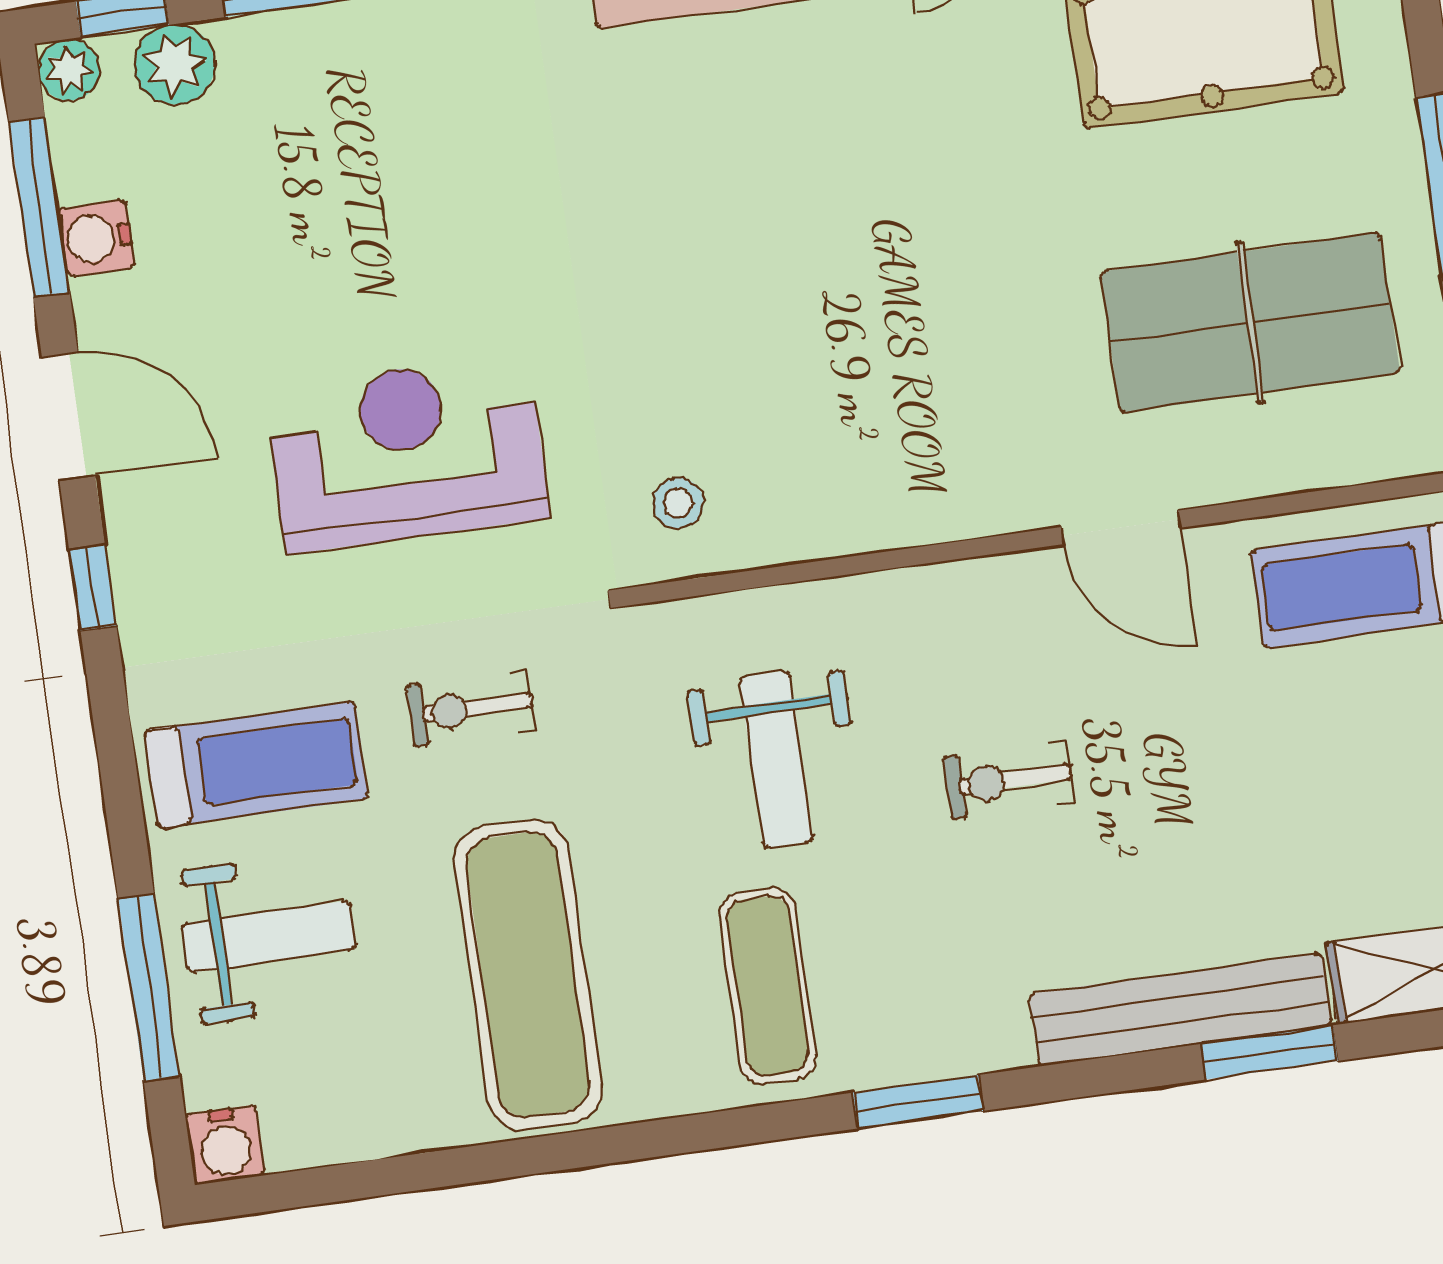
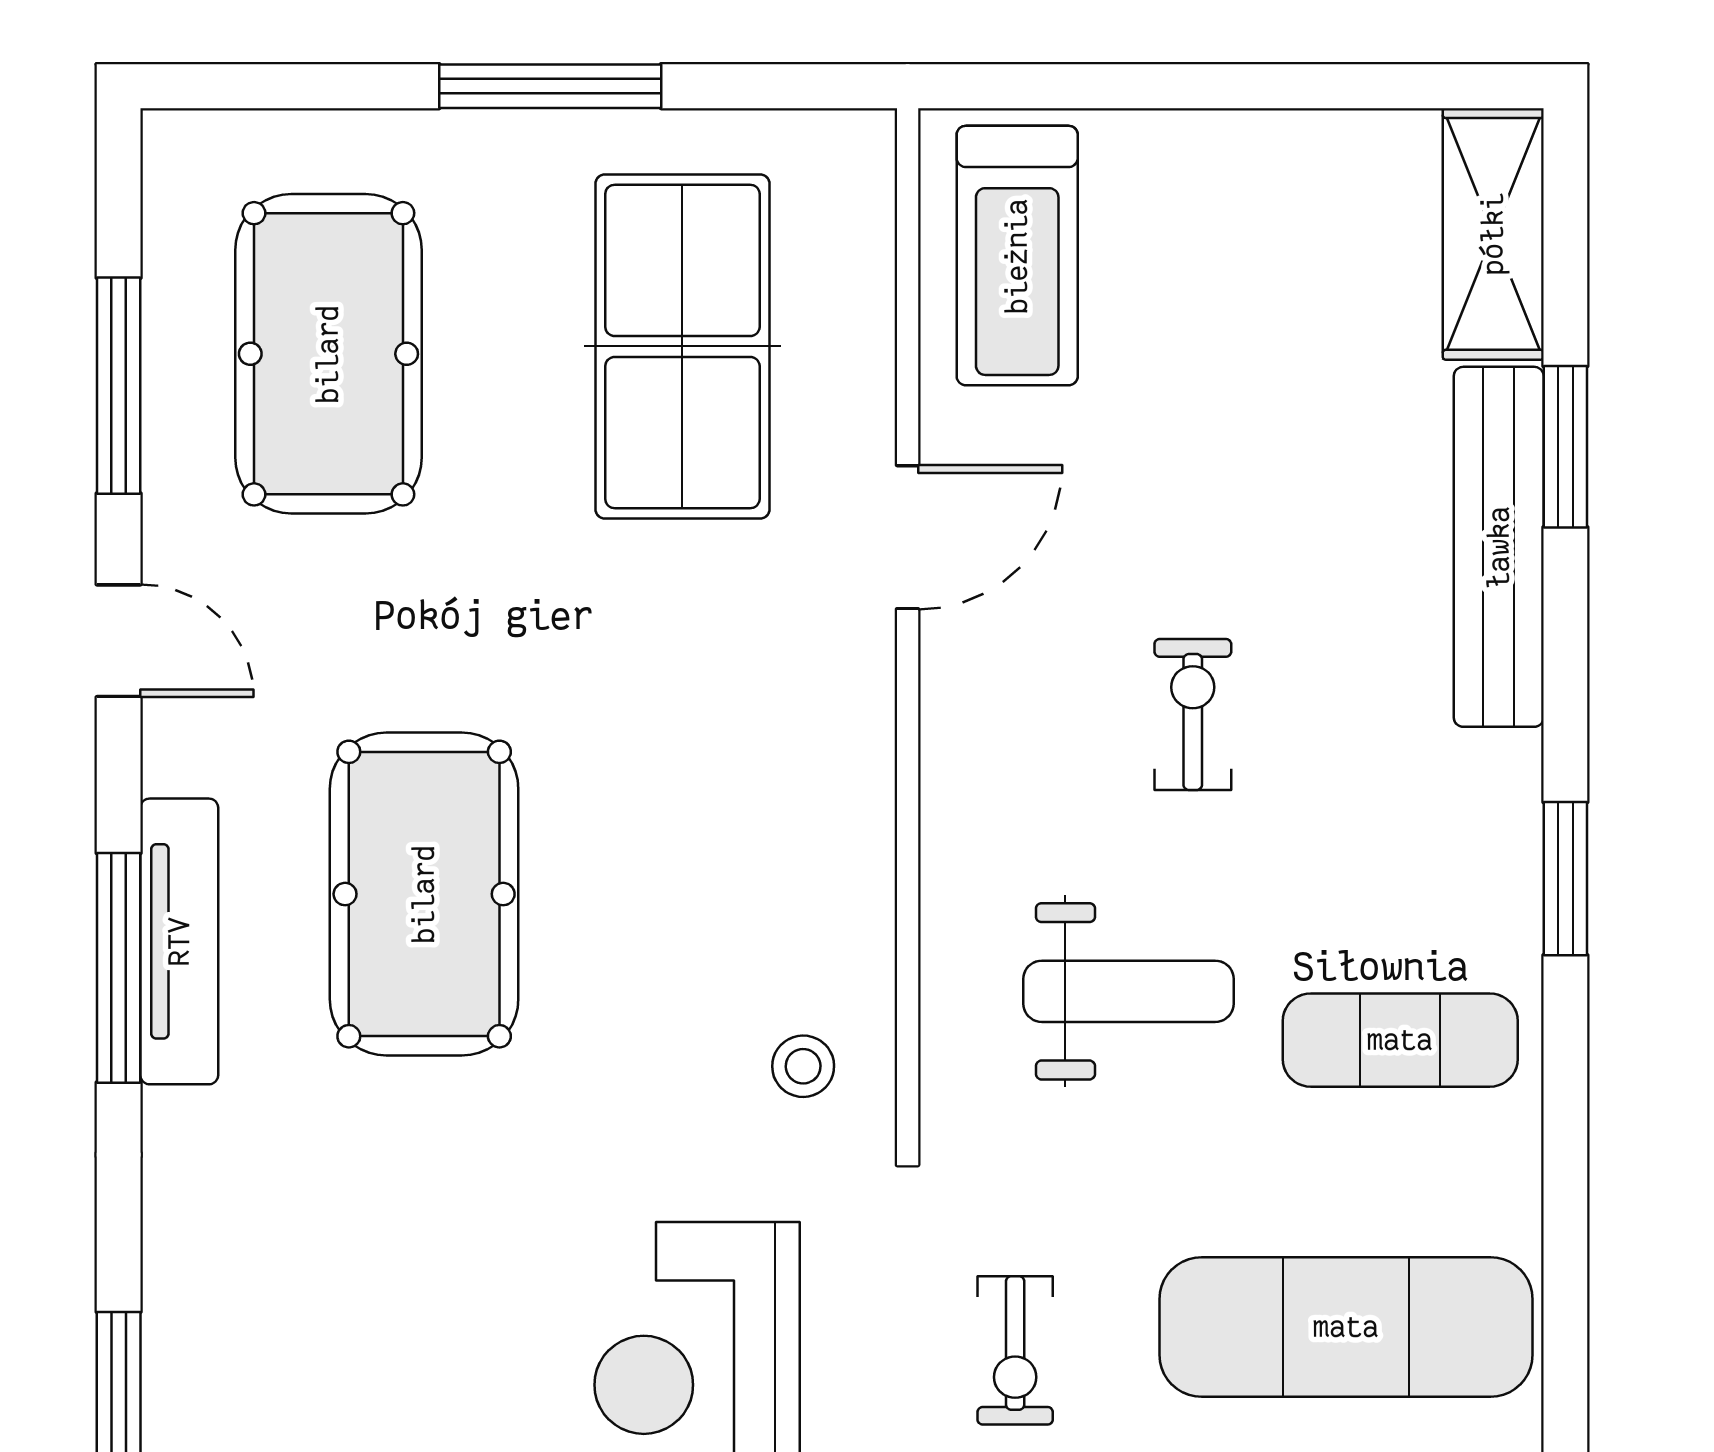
pool table: (775, 175) -> (424, 894), added
exercise bike: (1009, 780) -> (1193, 714), turned 180

